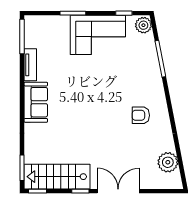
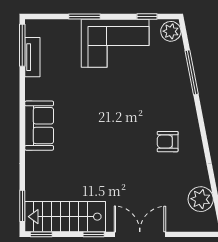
tv unit: (30, 65) -> (32, 57), moved

